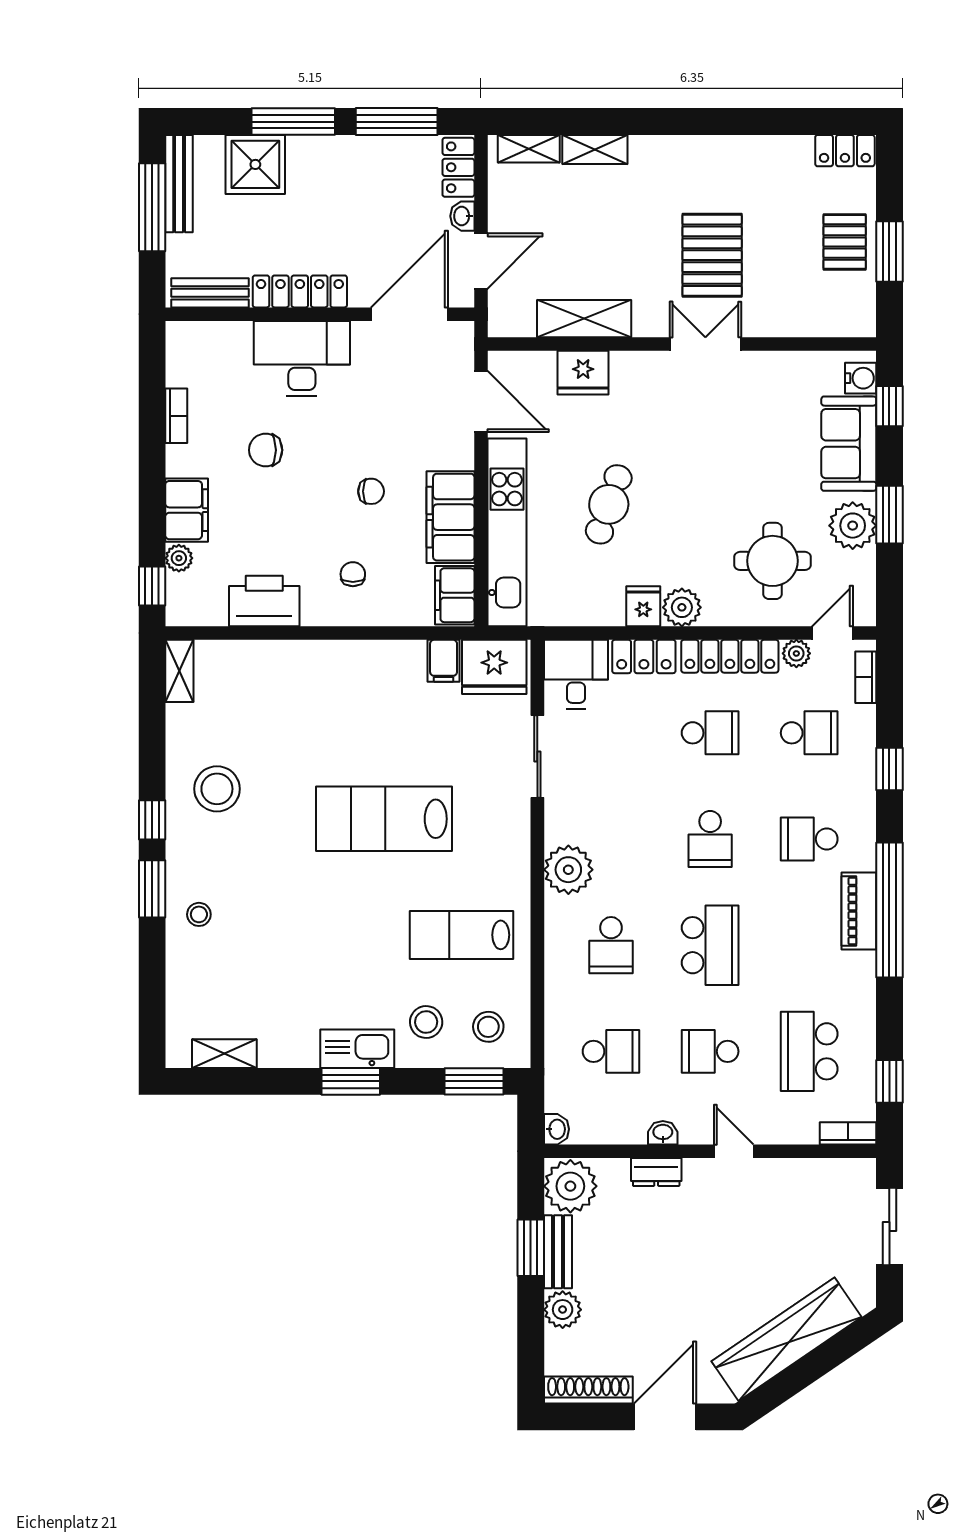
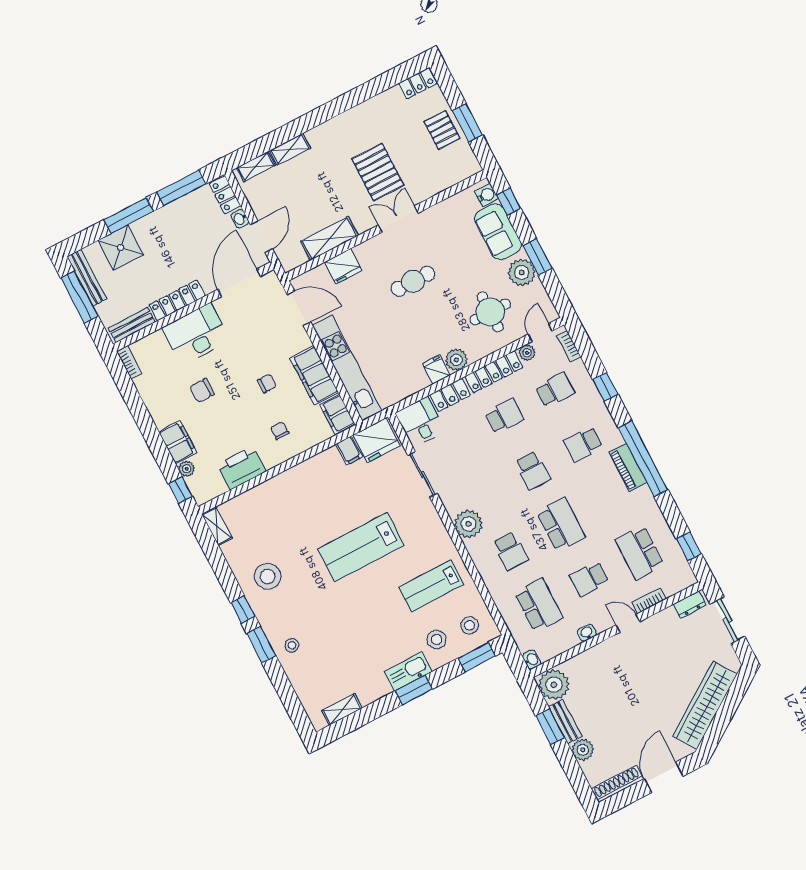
bookcase: (176, 416) -> (129, 362), moved
cafe table: (609, 504) -> (413, 281), moved, turned 71
school desk: (611, 1051) -> (539, 605), width x1.85
bookcase: (848, 1133) -> (649, 601), moved
dresser: (656, 1172) -> (690, 605), moved

